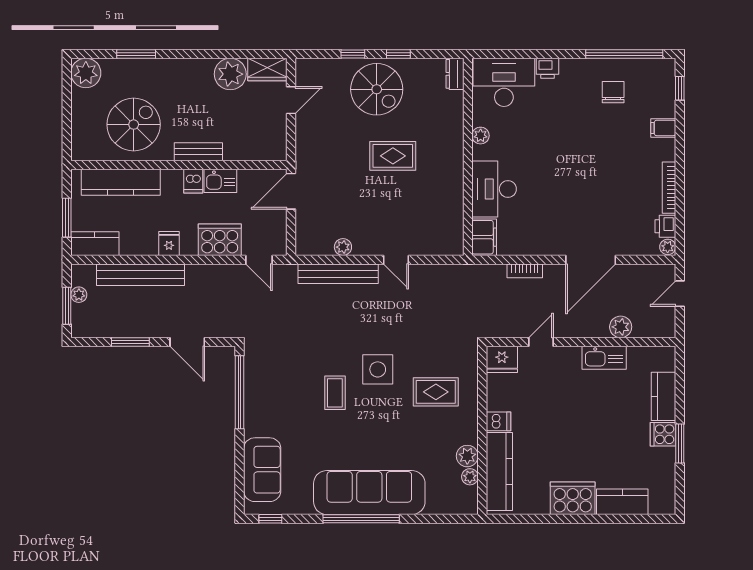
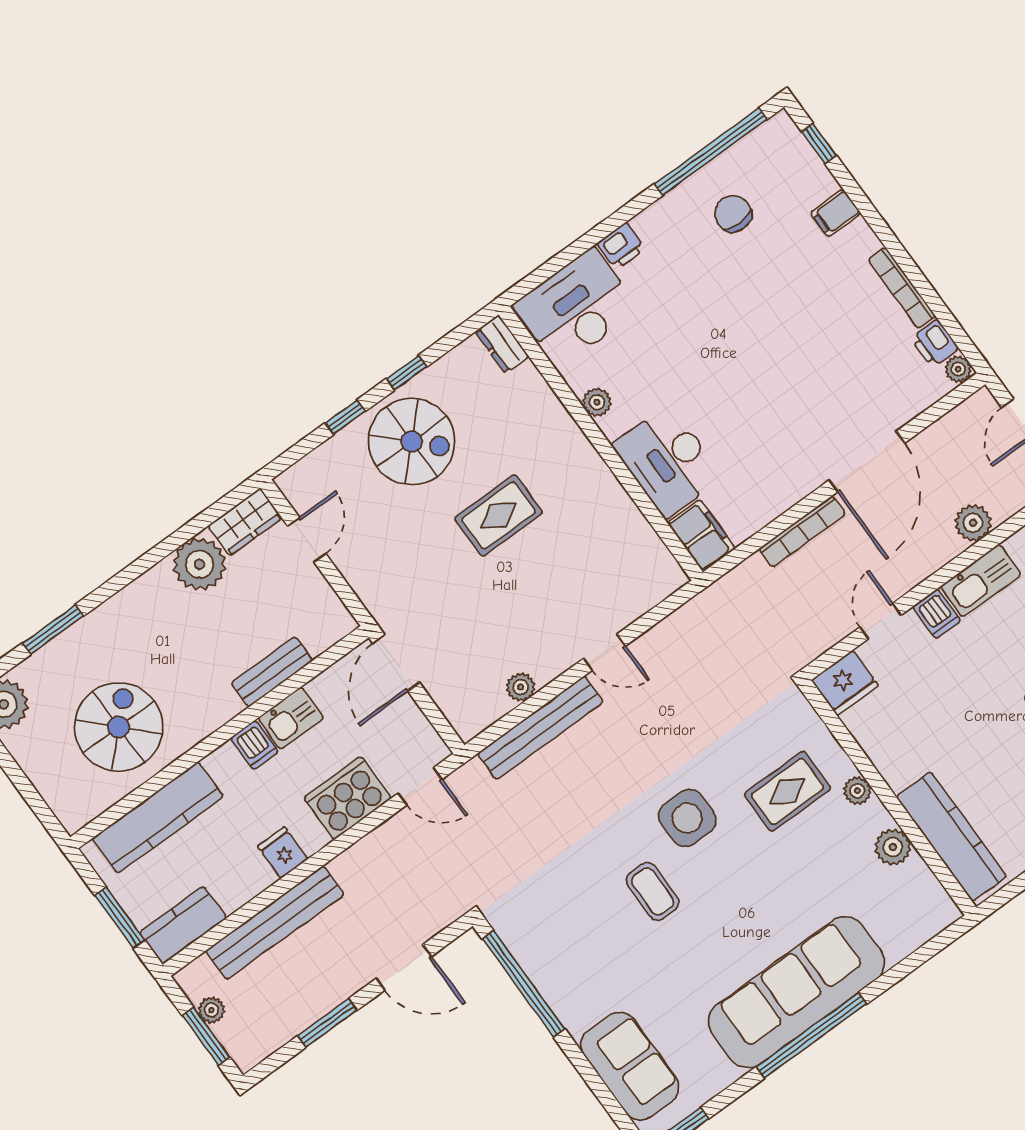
bench: (198, 152) -> (272, 672), moved
bookcase: (525, 271) -> (802, 531), width x1.56
dishwasher: (499, 421) -> (937, 614), moved, turned 90
plant: (470, 477) -> (857, 791), moved

